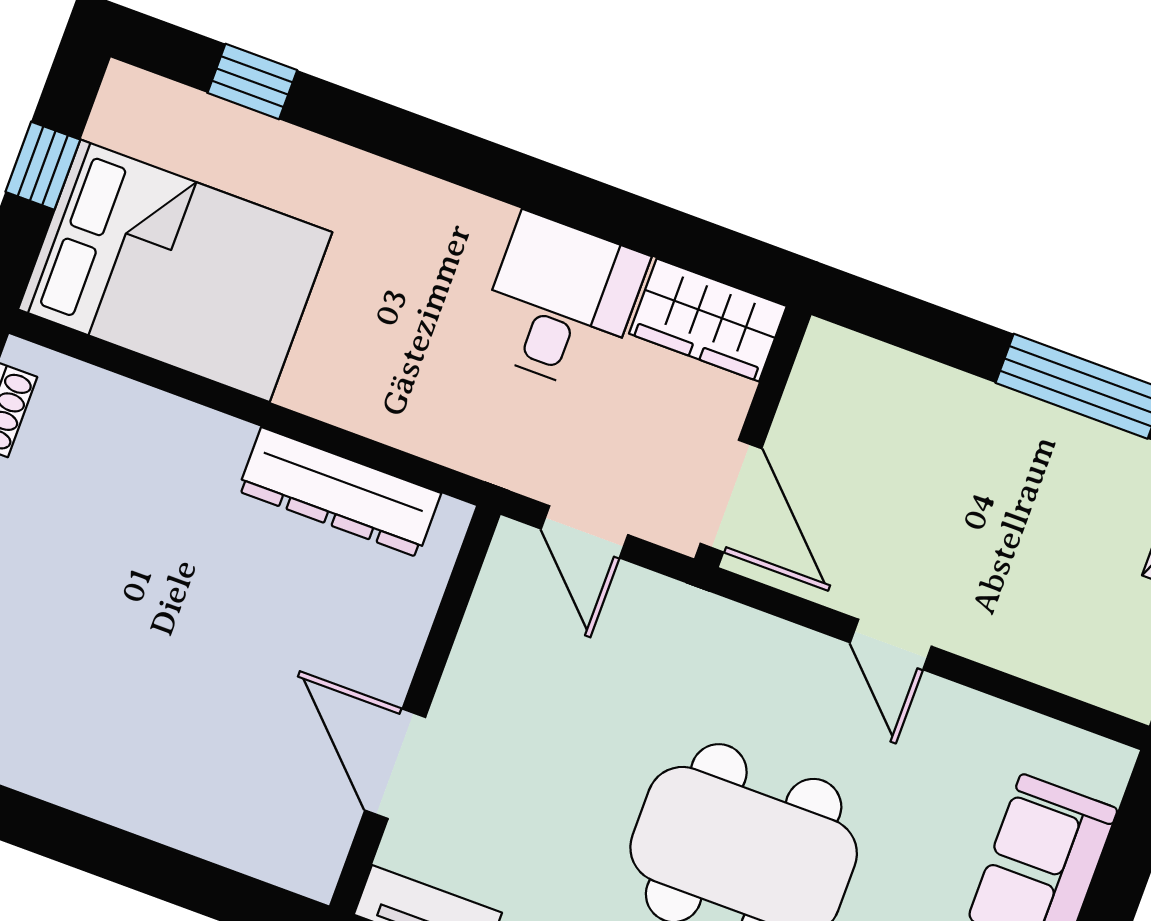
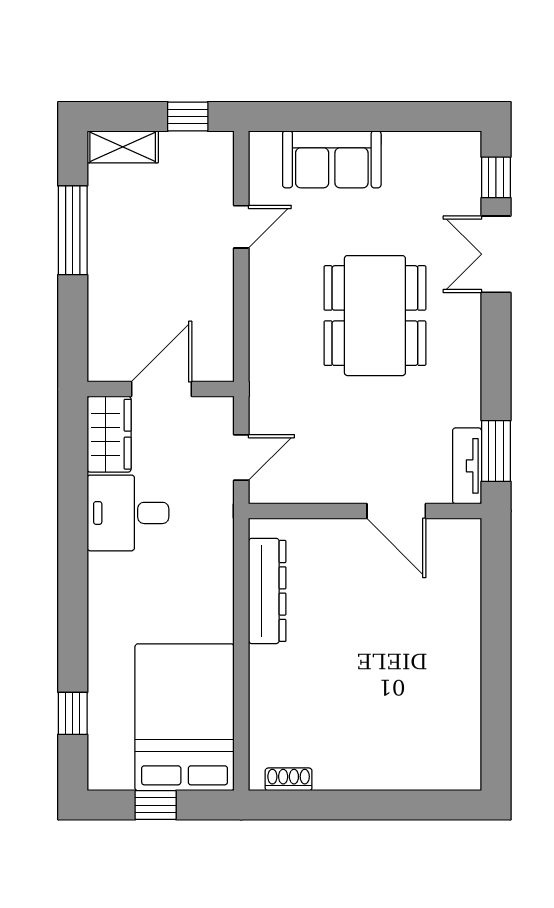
door: (731, 496) -> (162, 389), moved
door: (891, 644) -> (241, 227), moved
door: (395, 764) -> (396, 511), hinge flipped

